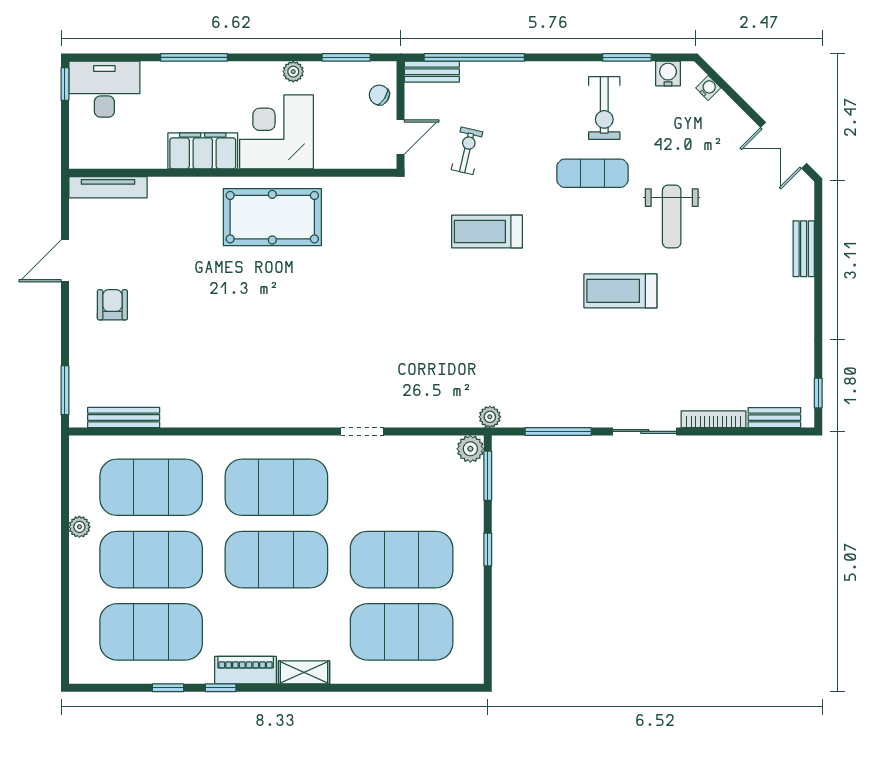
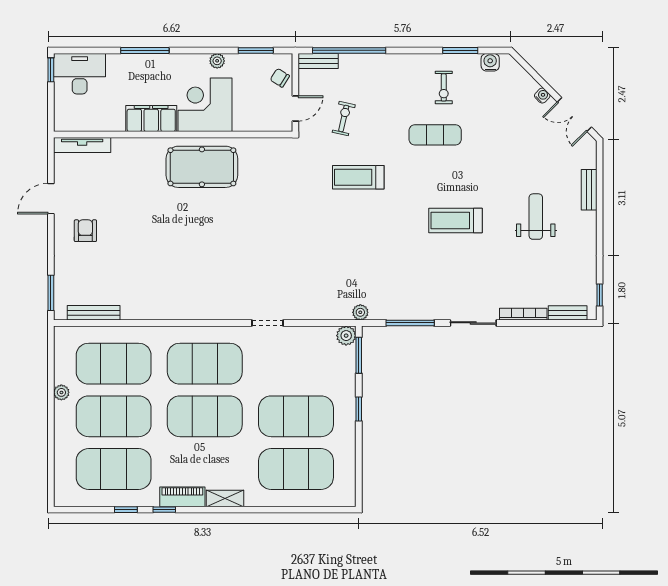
water cooler: (708, 88) -> (542, 96), moved
exercise bike: (604, 108) -> (444, 87), width x0.73, depth x0.72
weight bench: (672, 217) -> (536, 217), moved, turned 180

